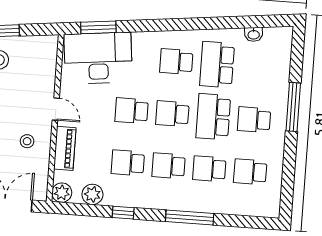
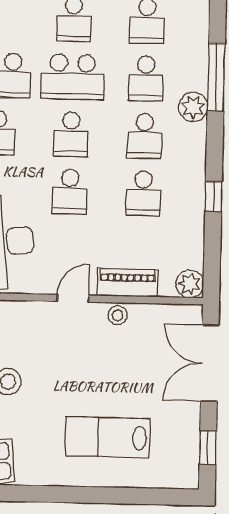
stool: (27, 141) -> (118, 315), moved
plant: (92, 194) -> (193, 107), moved
window: (190, 217) -> (216, 77), moved

